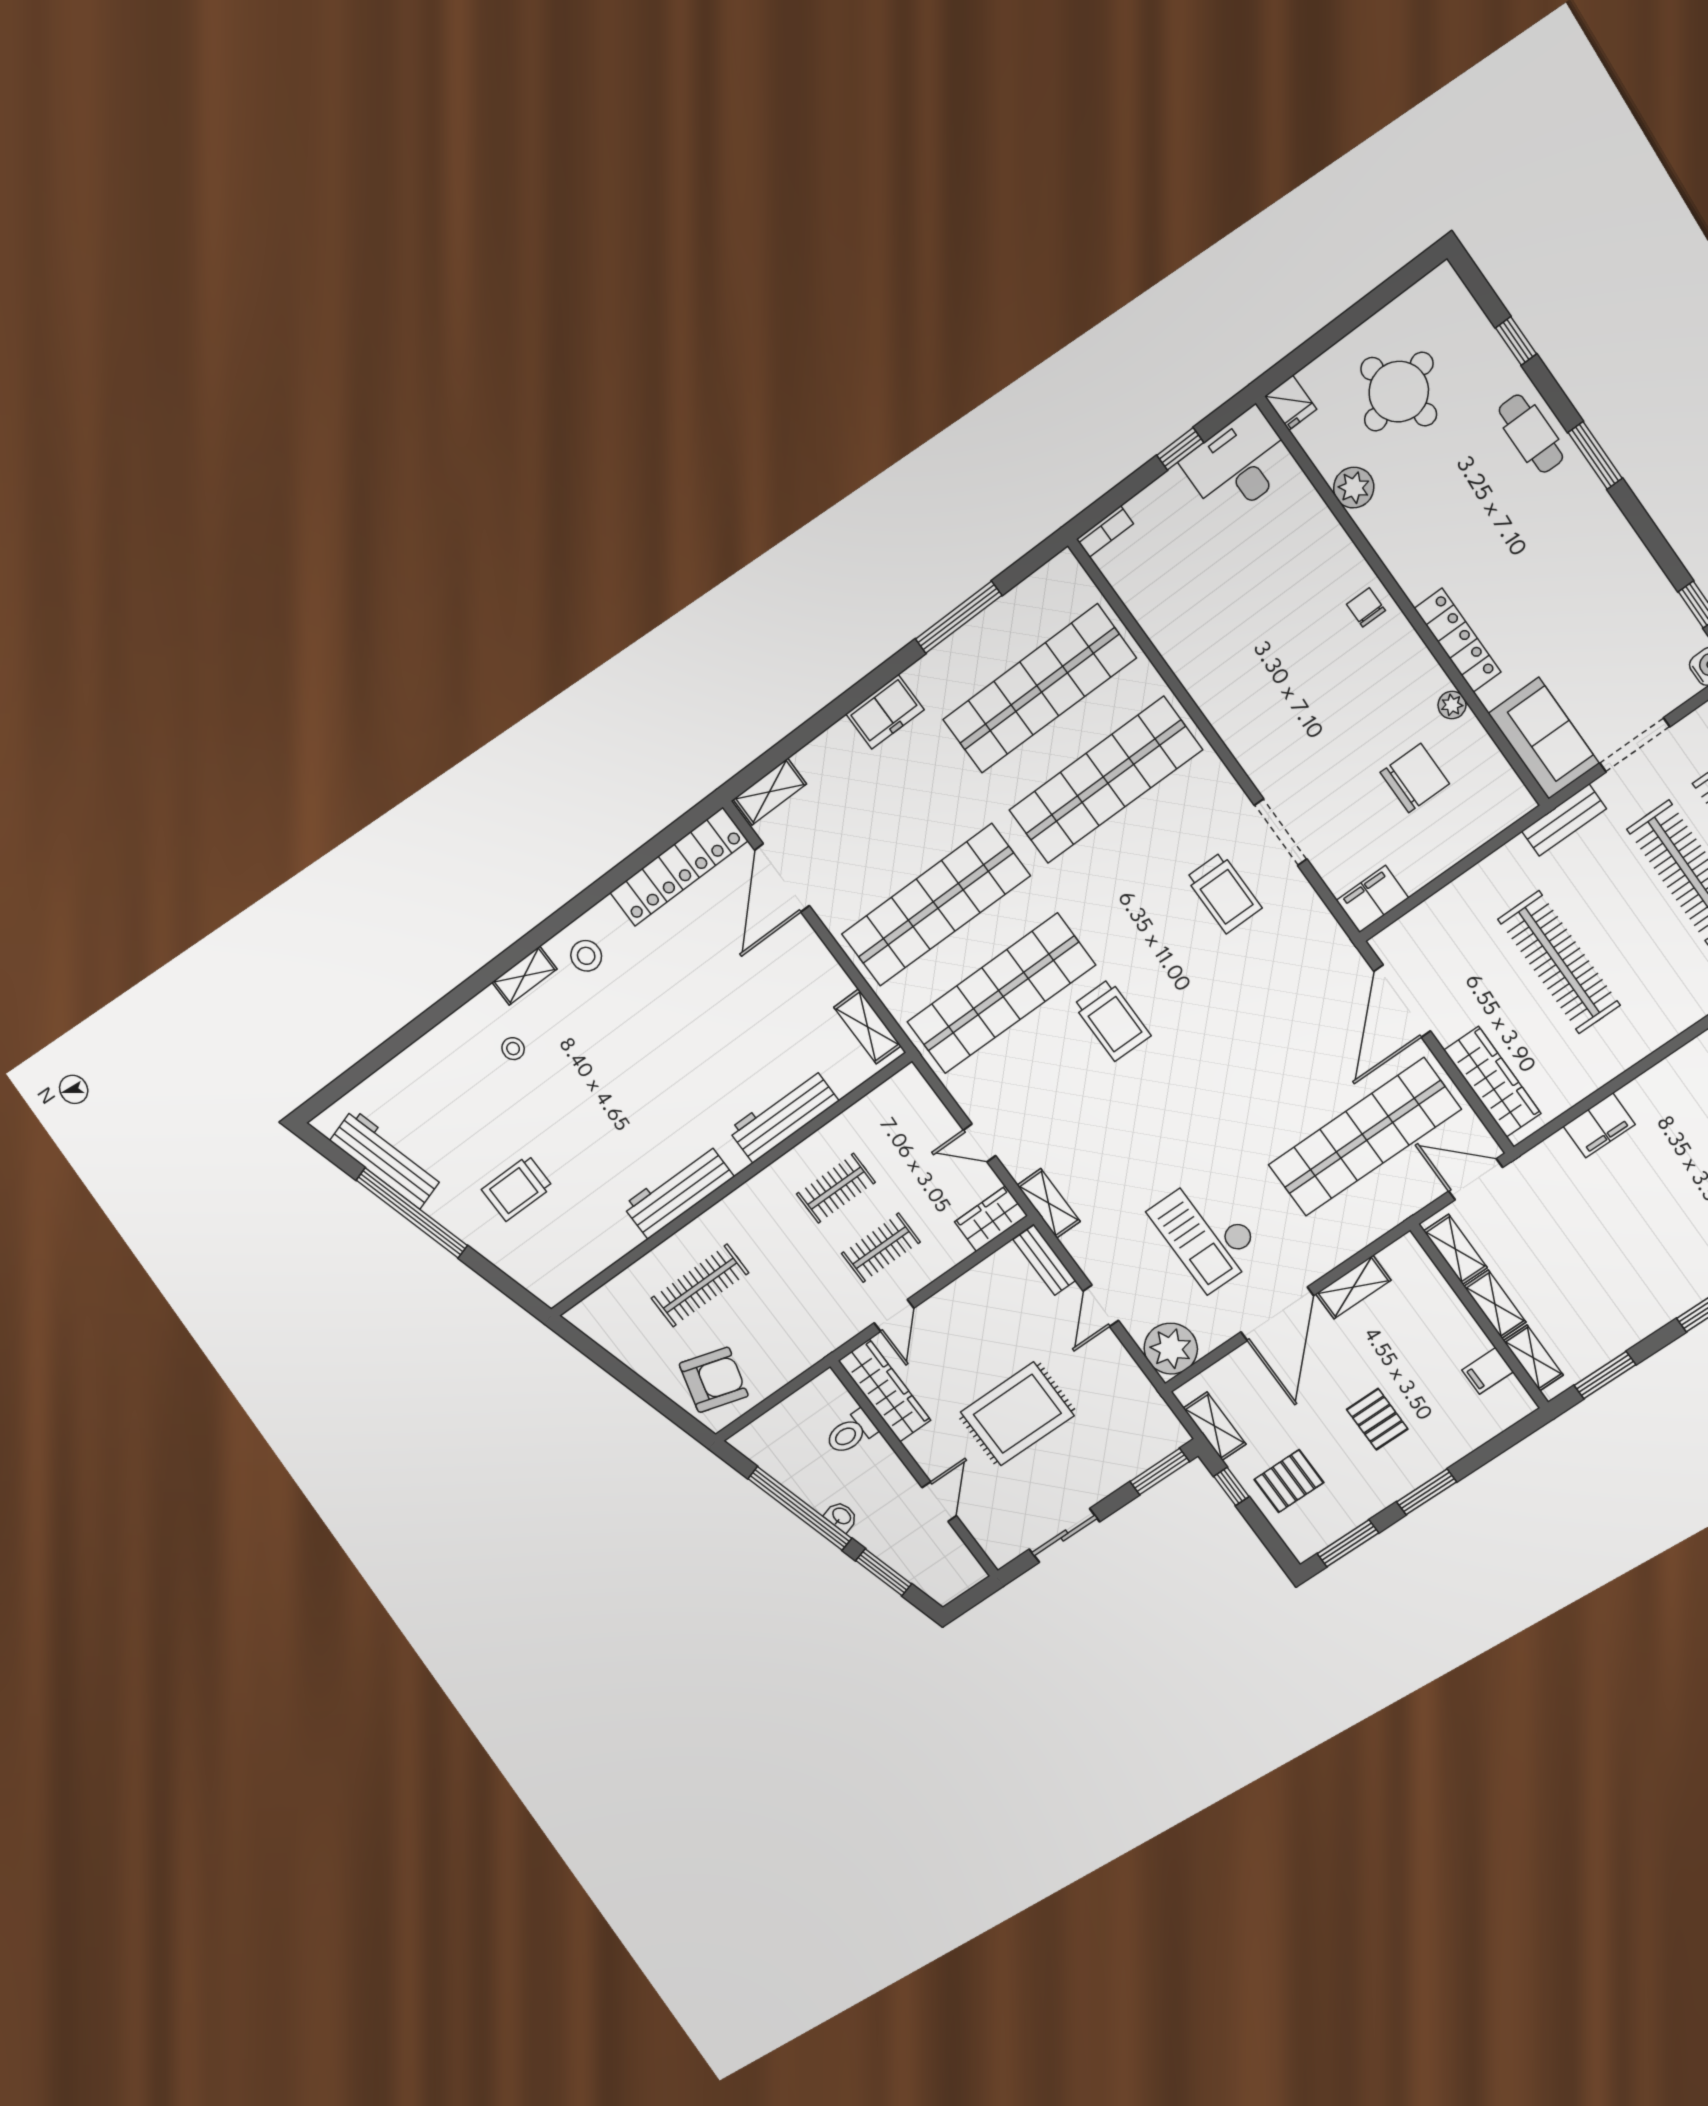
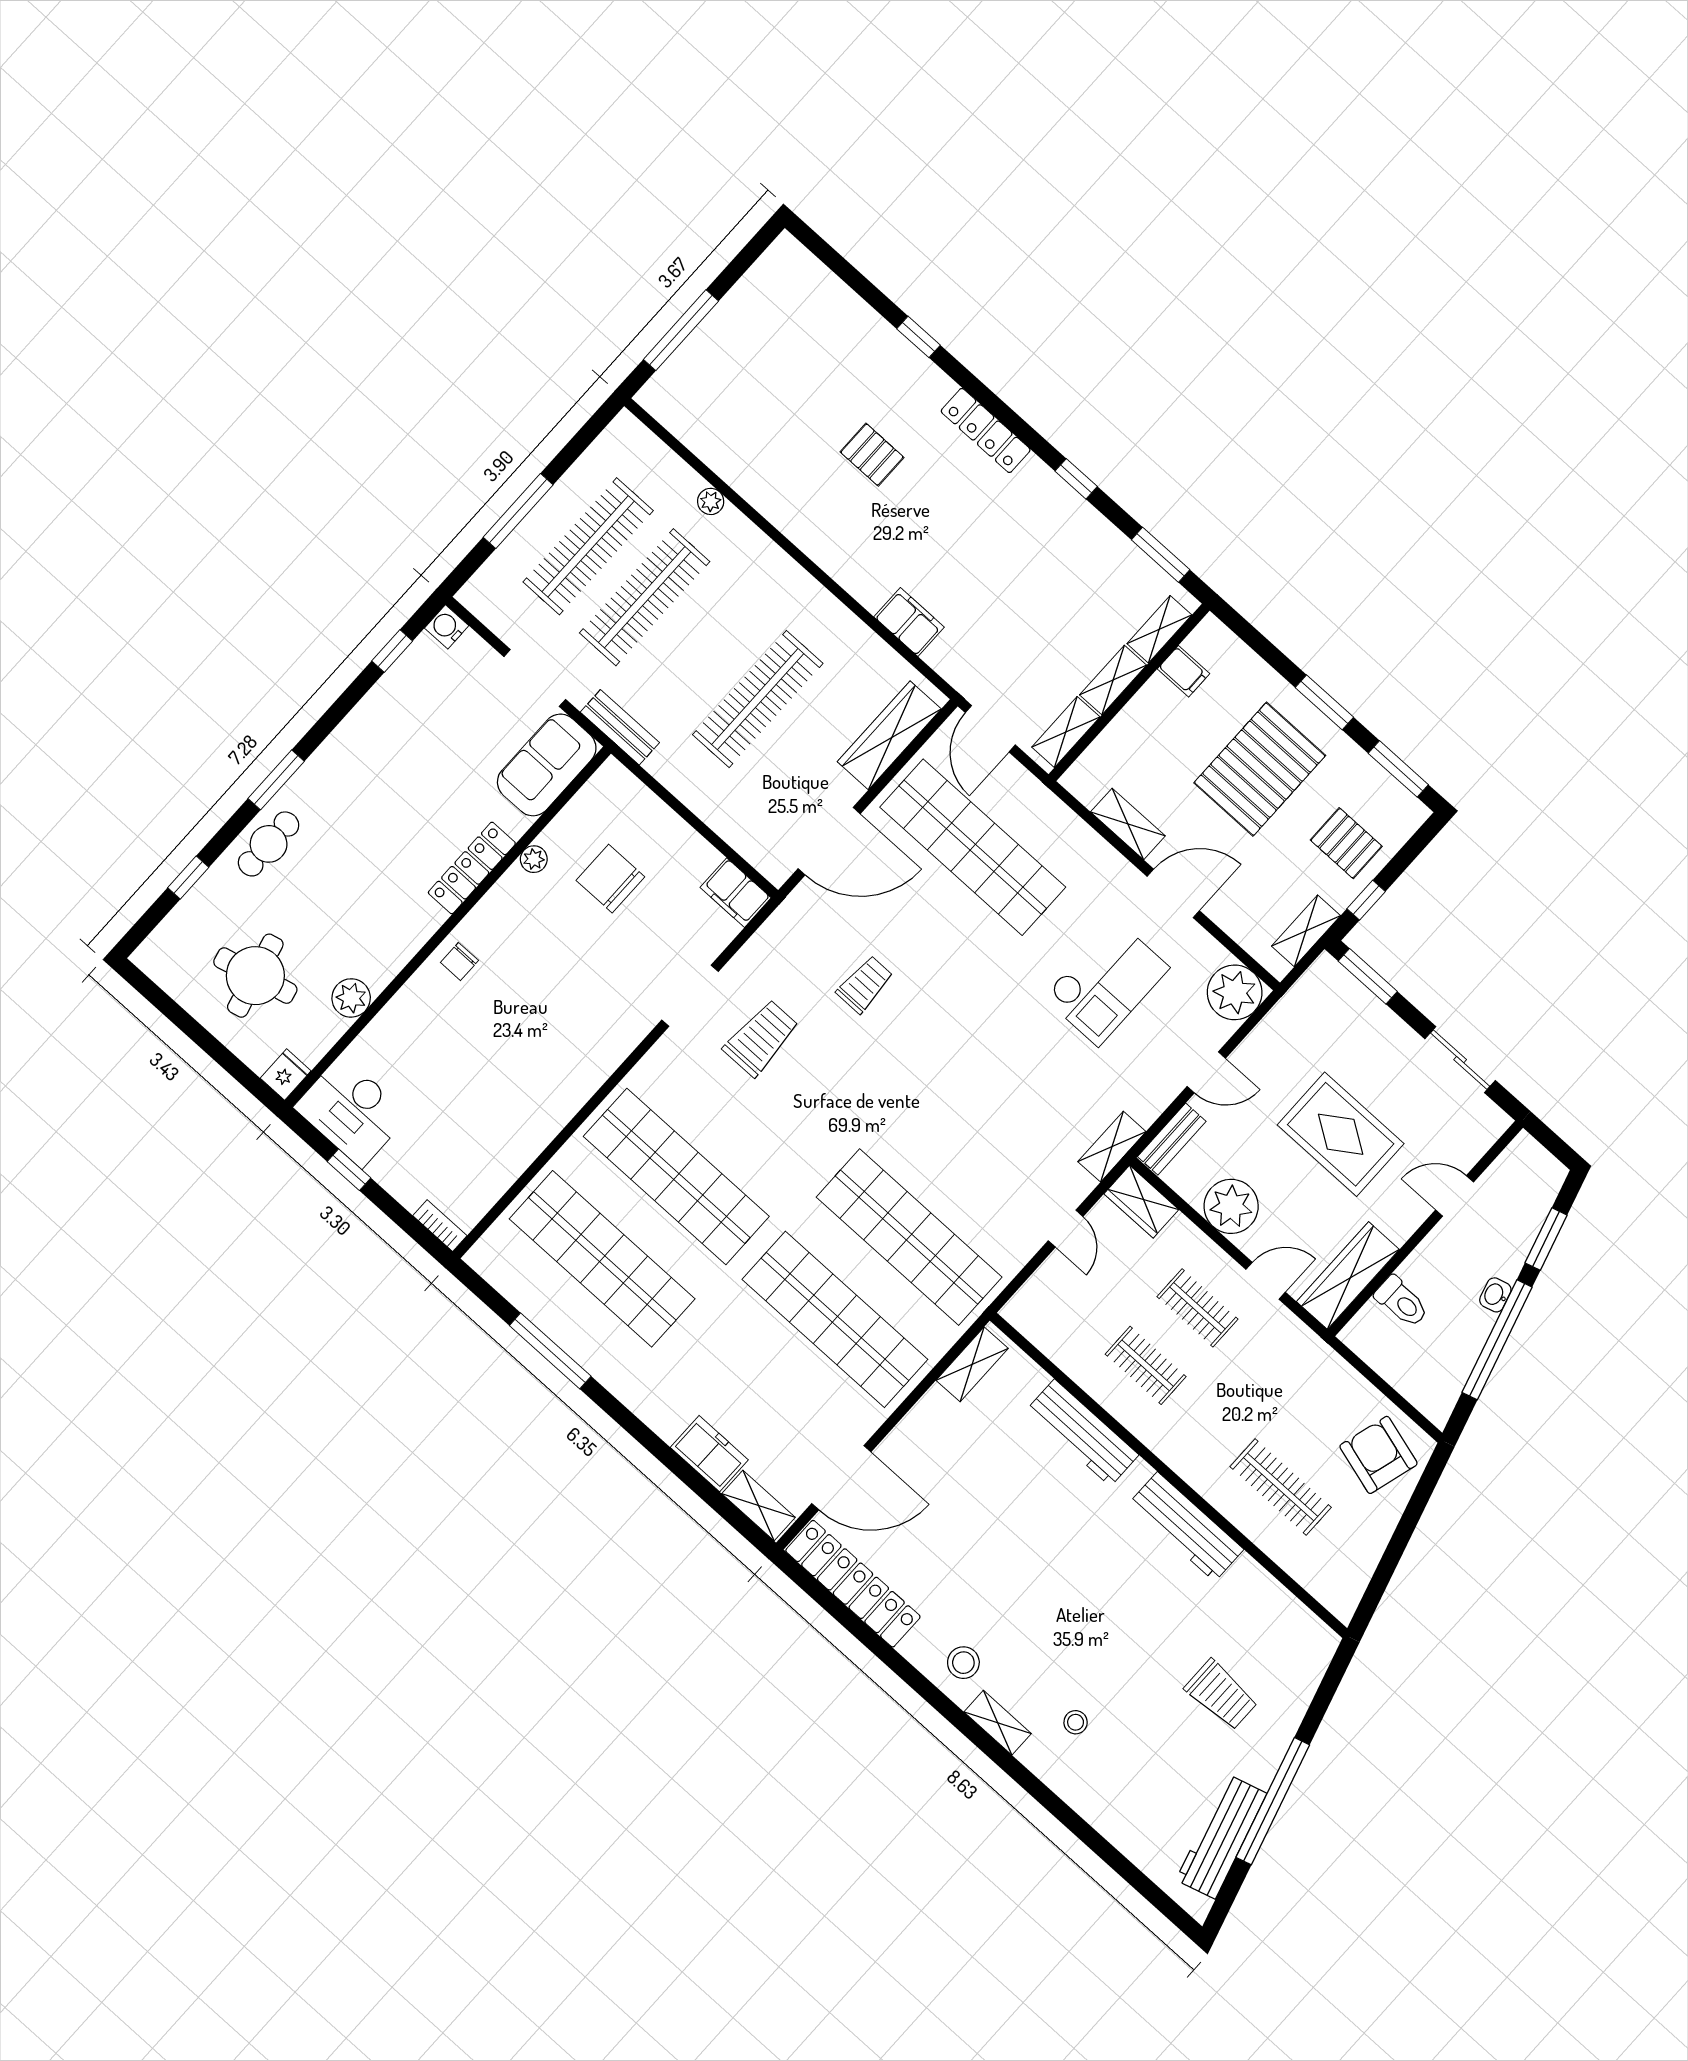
freezer: (885, 712) -> (709, 1454), moved
trolley: (1112, 1020) -> (865, 984), moved, width x0.73, depth x0.72
plant: (970, 1300) -> (1231, 1206), added
door: (1277, 1314) -> (1173, 893), width x0.73
pallet: (1377, 1419) -> (1260, 769), width x2.05, depth x2.00

